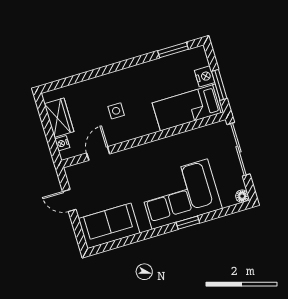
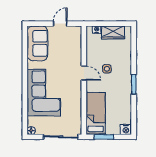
window: (173, 50) -> (134, 84), moved
nightstand: (205, 76) -> (126, 129), moved
door: (98, 153) -> (84, 73), moved
window: (188, 223) -> (25, 92), removed

